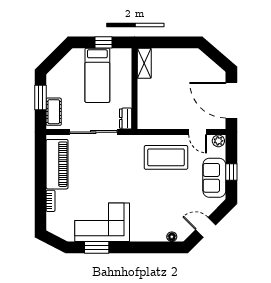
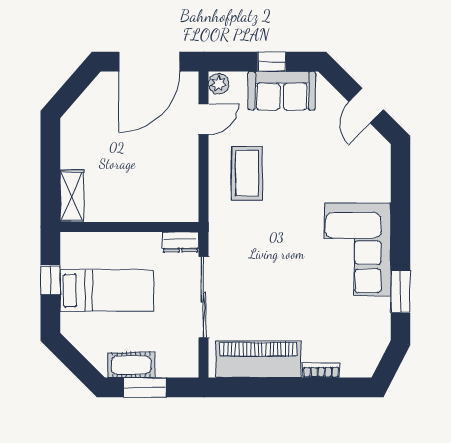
shelving: (144, 63) -> (72, 196), moved, turned 90
cot: (54, 112) -> (131, 365), moved
coffee table: (166, 157) -> (247, 173), width x0.73, depth x0.76
corner sofa: (102, 222) -> (358, 249), moved
floor lamp: (172, 237) -> (382, 163), removed

